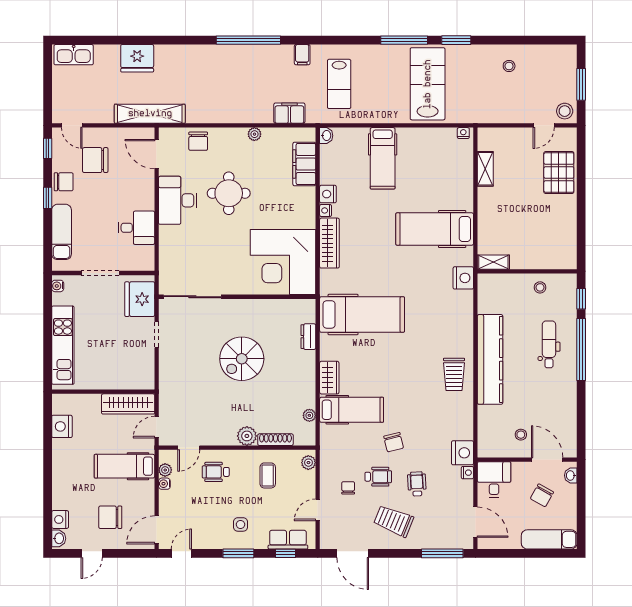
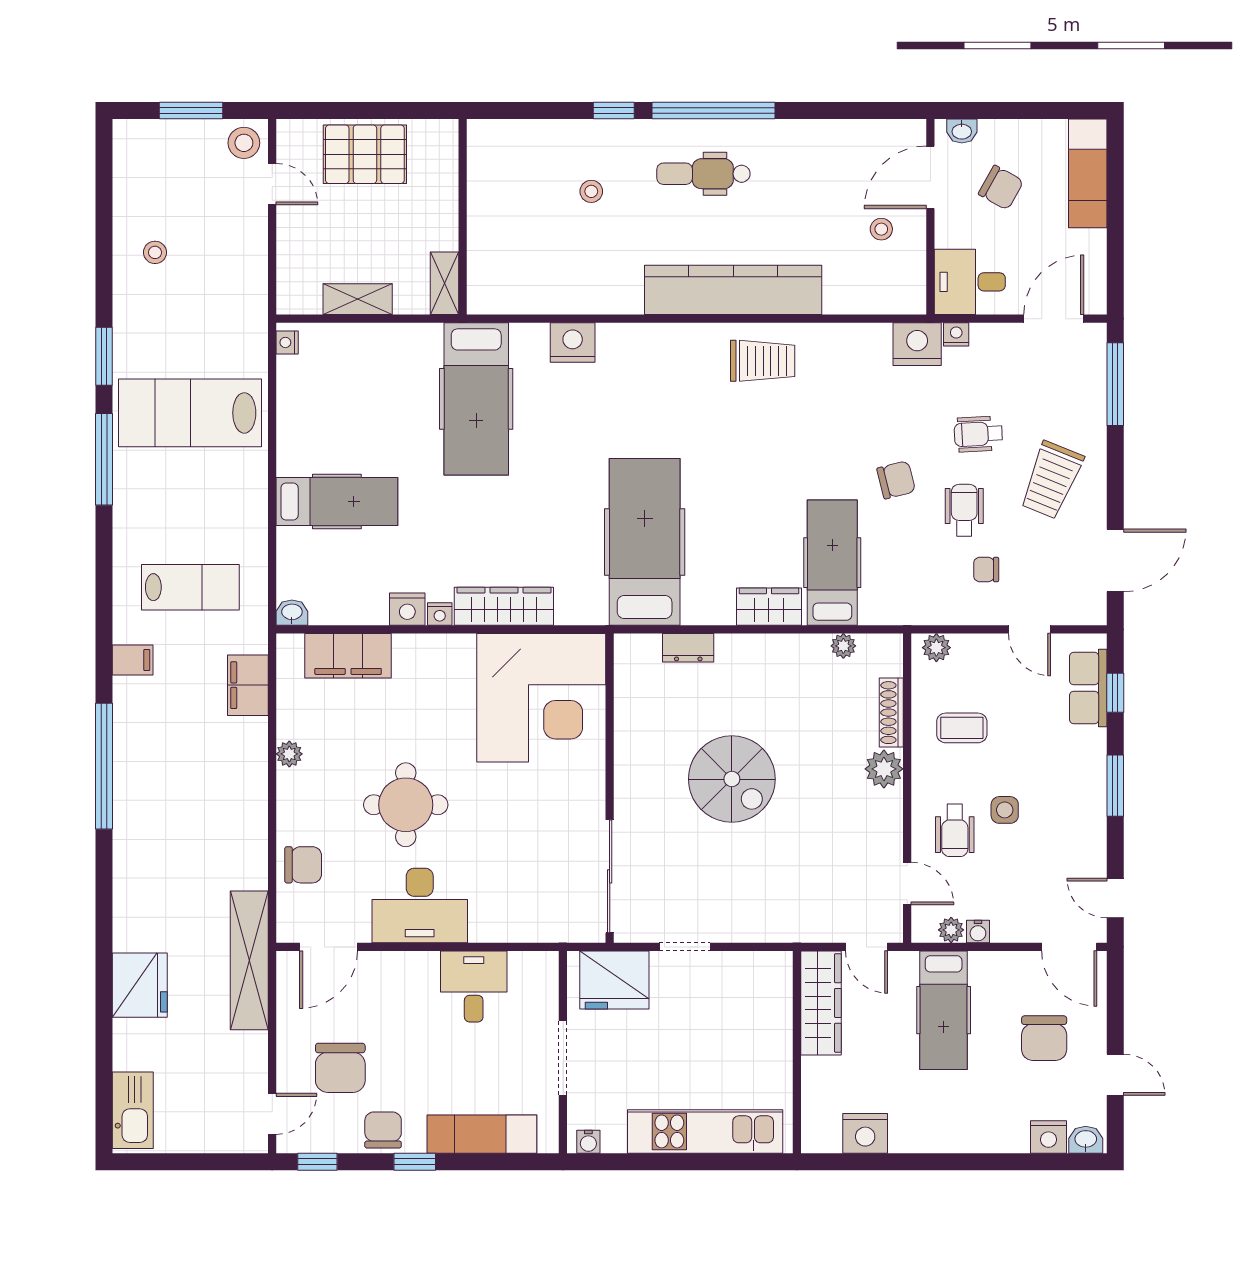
shelving: (493, 262) -> (445, 283), moved
wall: (527, 271) -> (463, 217), moved
side table: (240, 524) -> (1005, 810), moved

